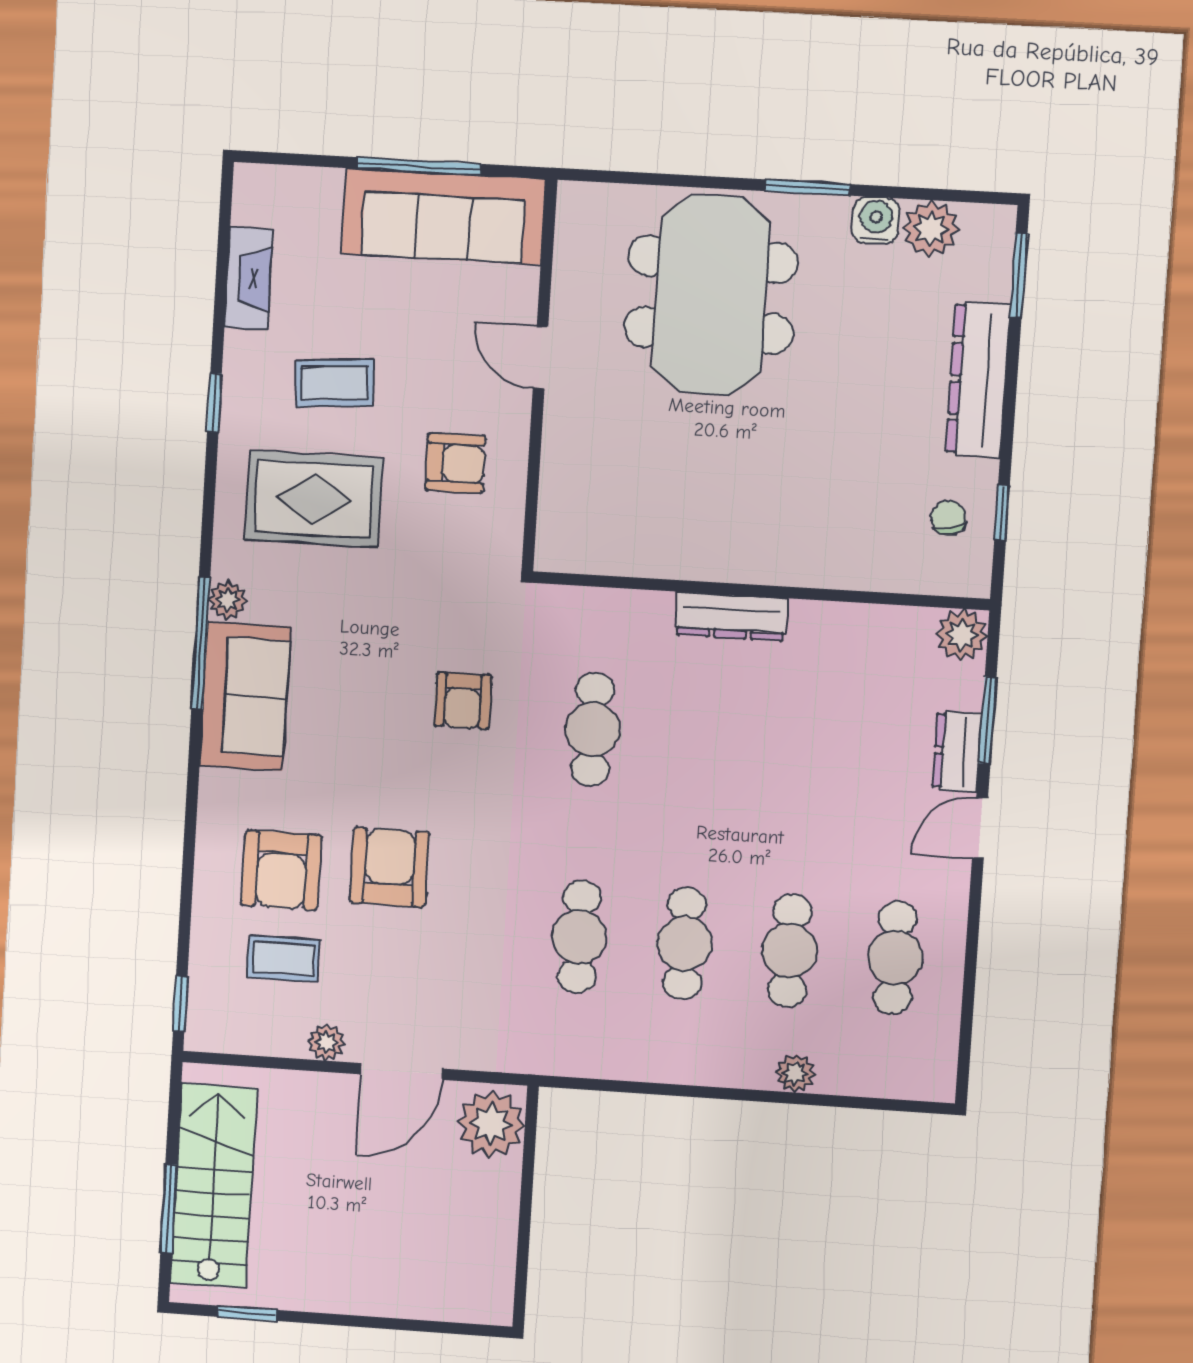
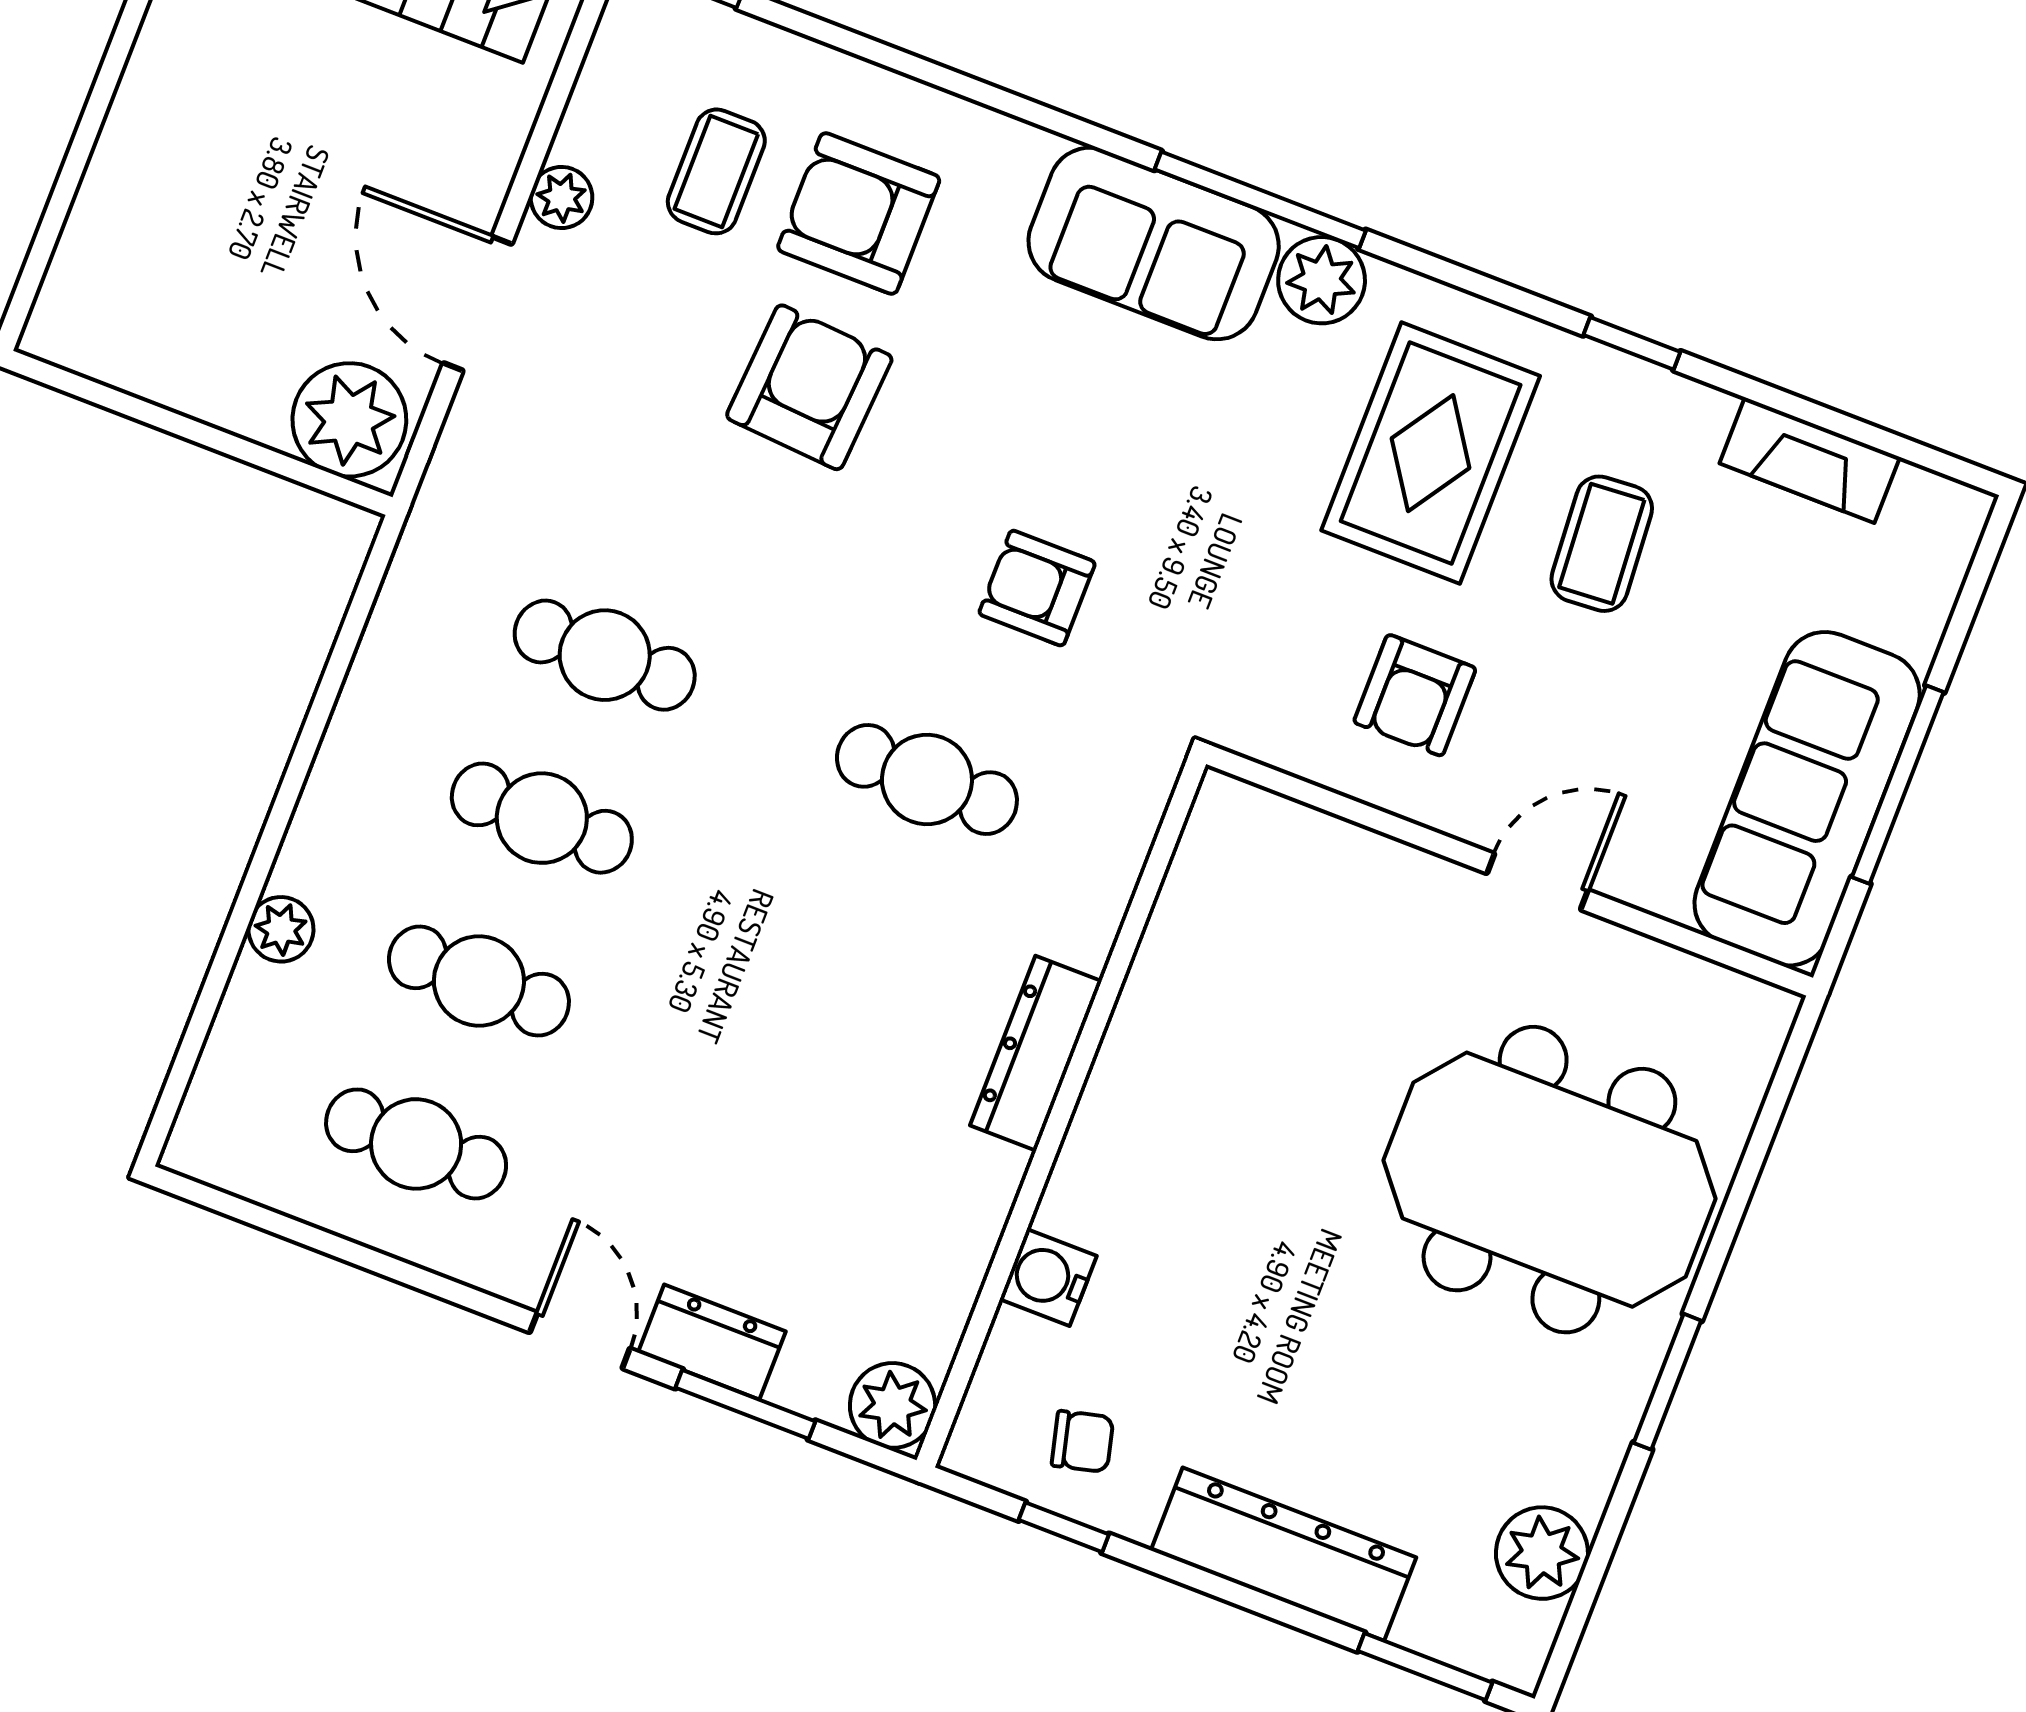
water cooler: (876, 220) -> (1048, 1278), moved, turned 180
plant: (228, 600) -> (1322, 280), width x1.38, depth x1.38
armchair: (389, 867) -> (809, 387), turned -86

